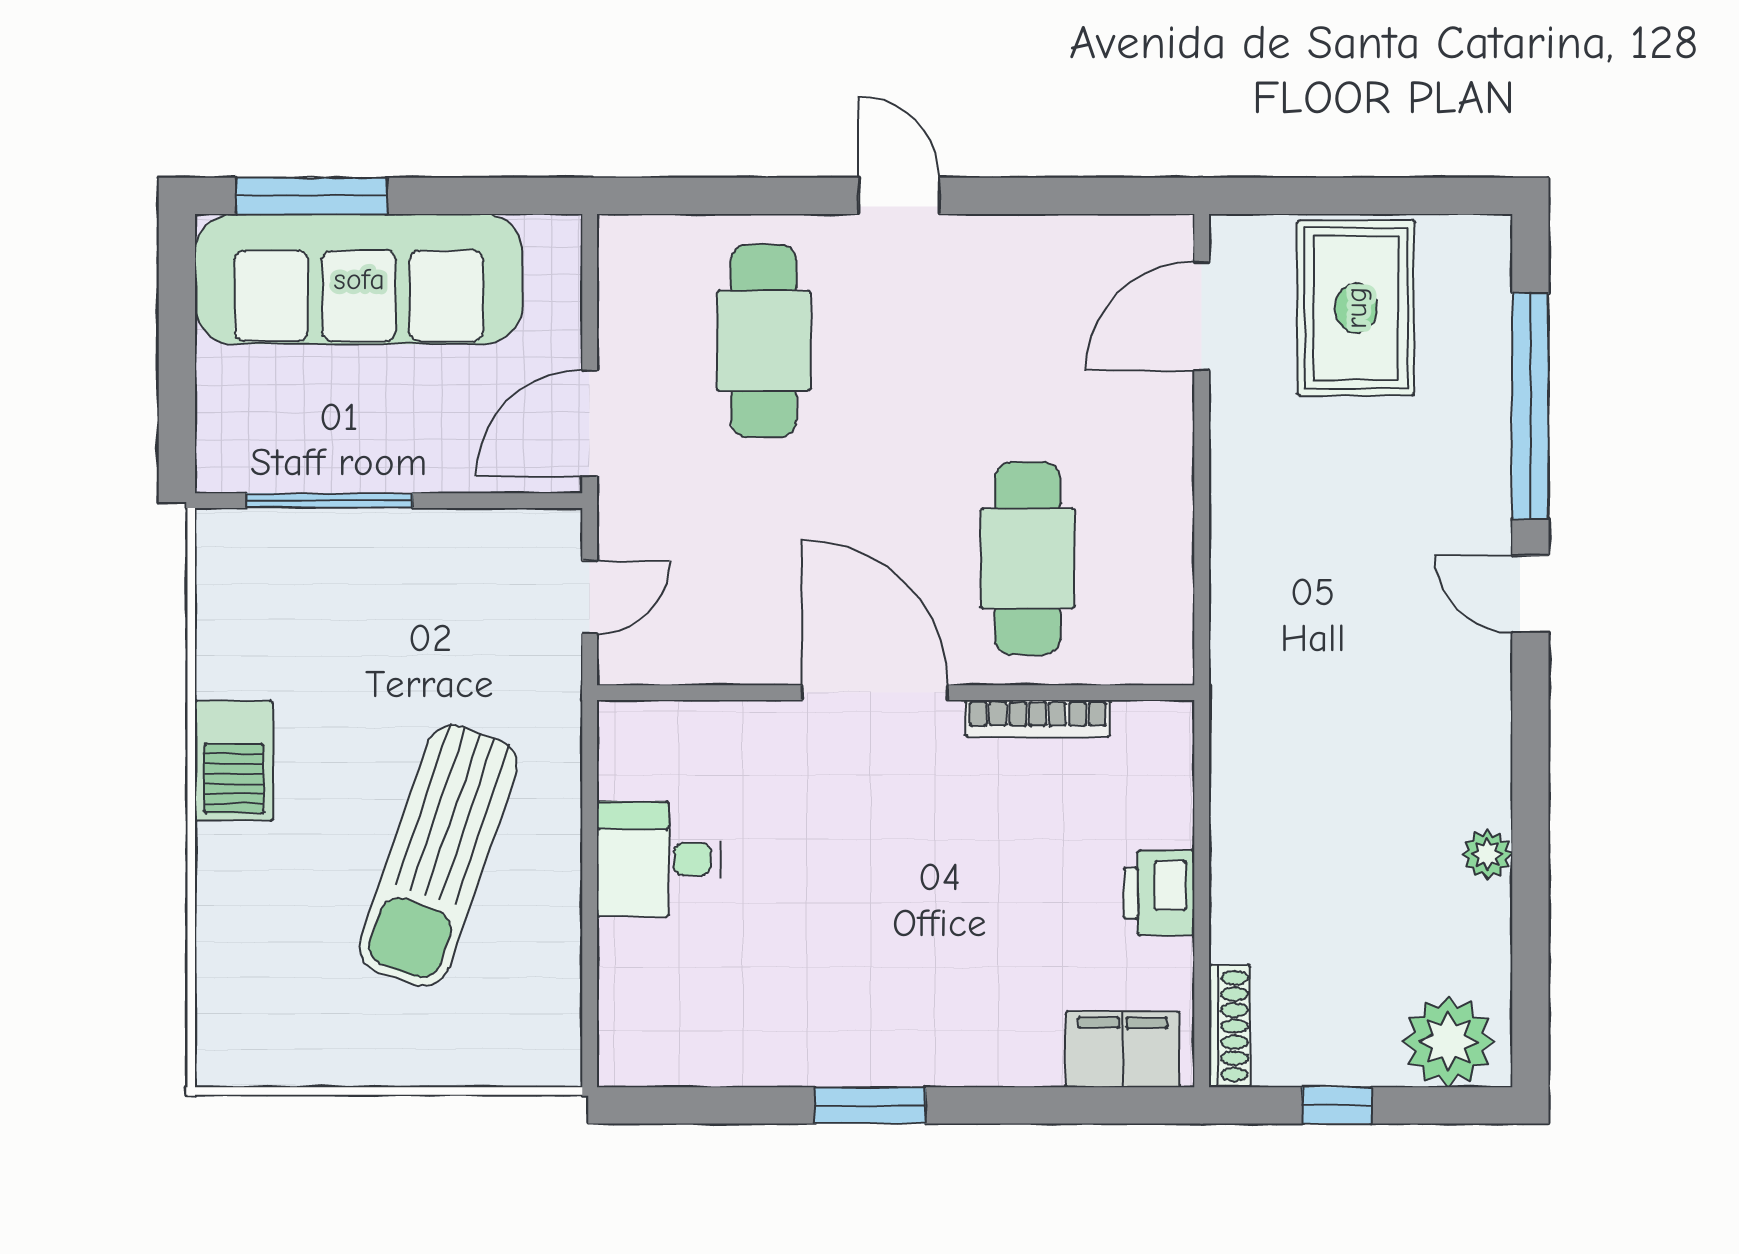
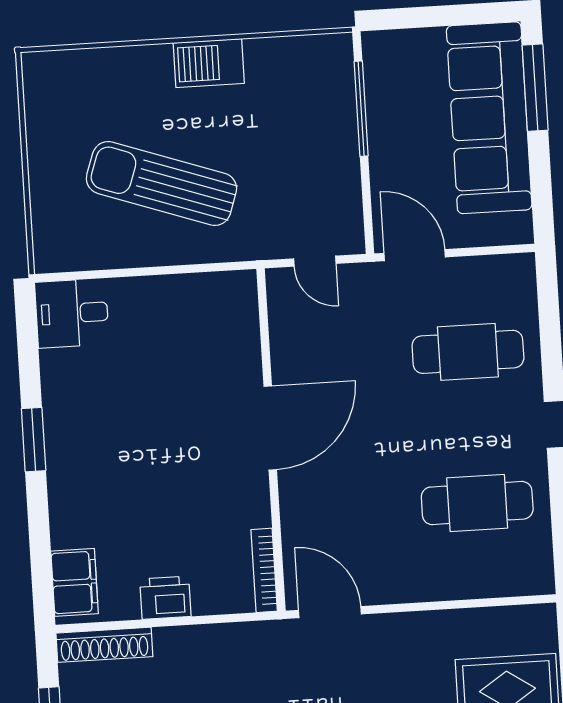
door: (1202, 316) -> (330, 612), moved
cafe table: (1027, 558) -> (477, 503), moved
bookcase: (1038, 718) -> (264, 570), moved
desk: (659, 859) -> (72, 313), moved, turned -90
shoe rack: (1230, 1026) -> (104, 645), width x1.36, depth x1.24

